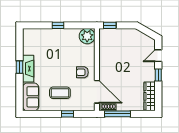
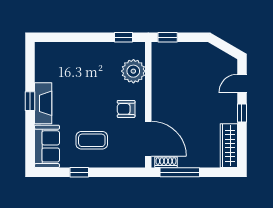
window: (58, 25) -> (124, 37), moved
plant: (87, 36) -> (133, 71), moved
window: (68, 114) -> (79, 172), moved

